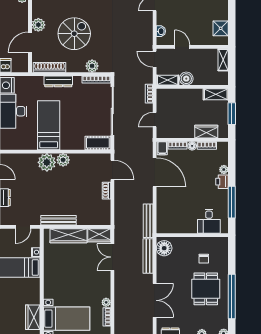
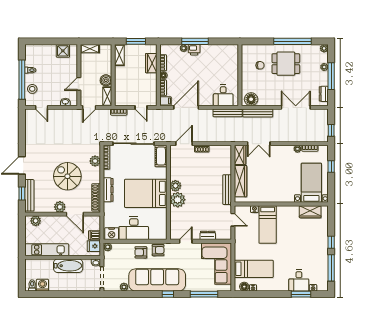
bed: (49, 125) -> (146, 193), width x1.50
window: (232, 202) -> (195, 41), moved
desk: (209, 221) -> (223, 95), moved, turned 90

